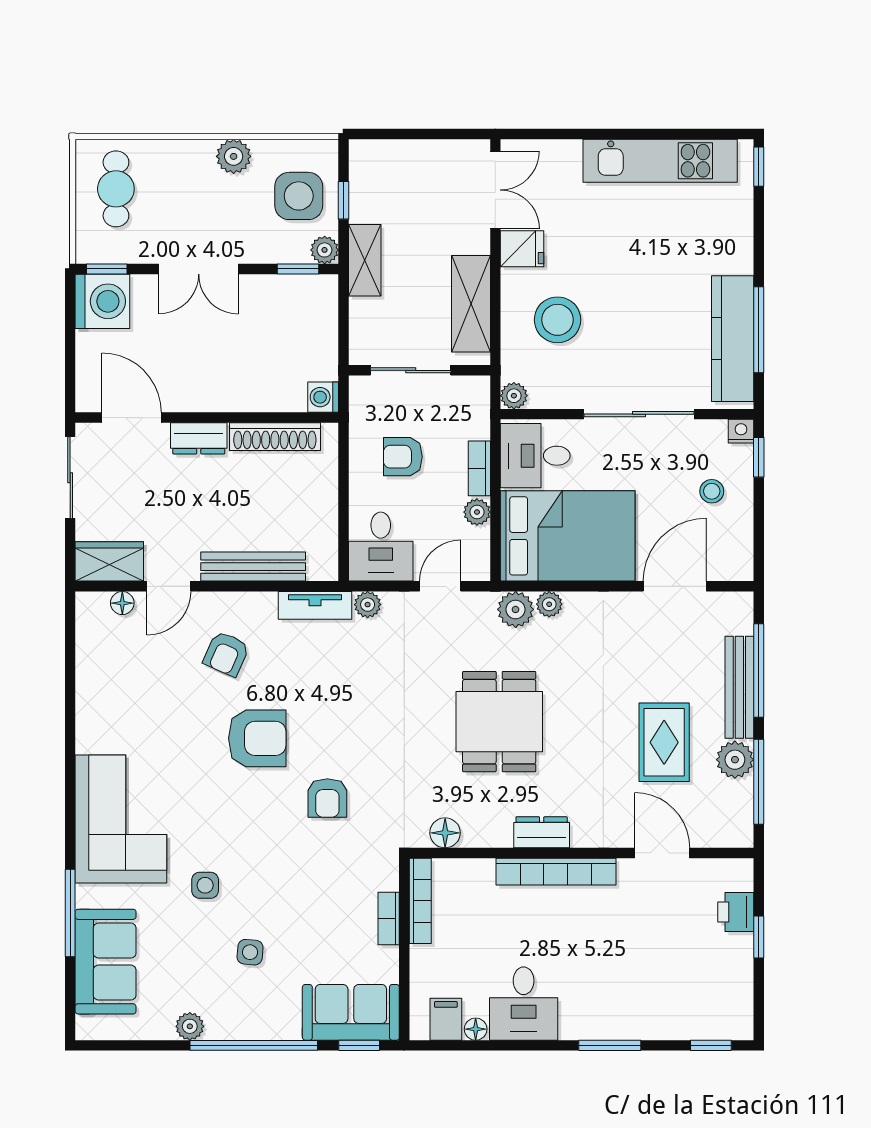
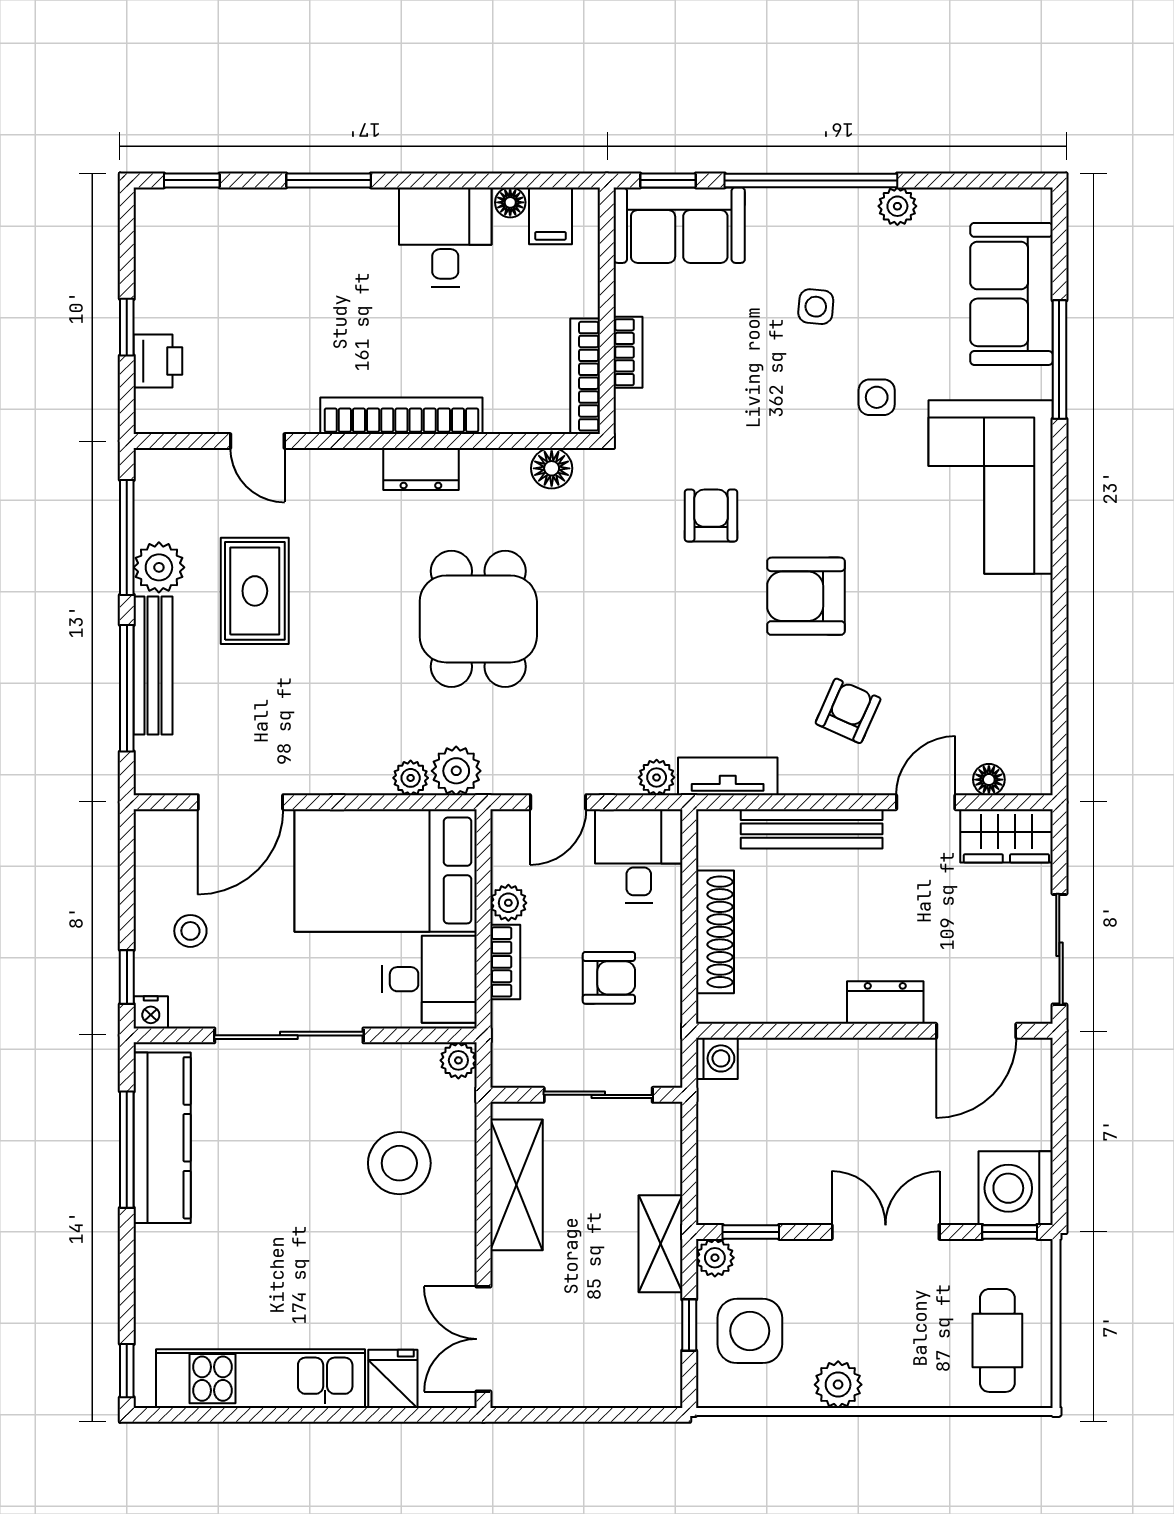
fridge: (522, 249) -> (393, 1379), moved, turned 90
door: (132, 418) -> (976, 1031), hinge flipped
shoe rack: (275, 437) -> (715, 932), moved, turned 90
door: (662, 853) -> (257, 441), width x0.73

